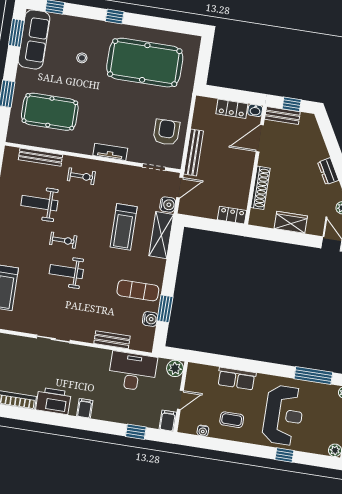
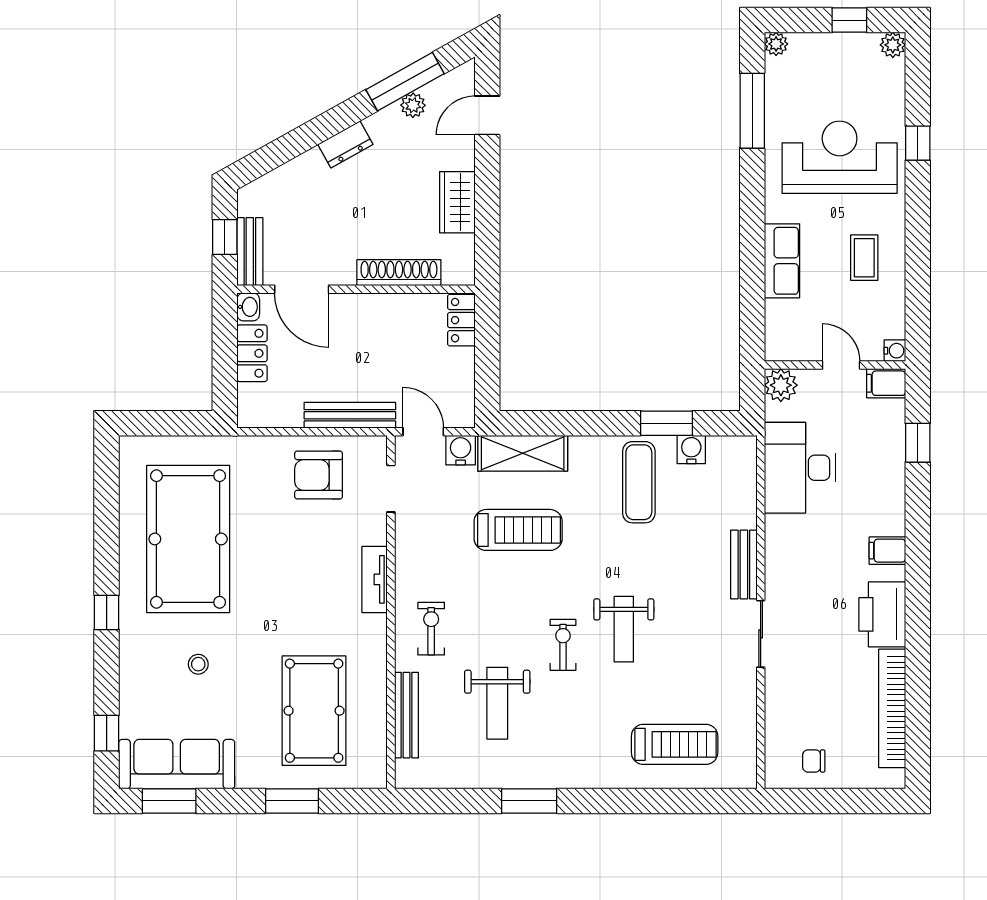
bench: (112, 340) -> (744, 564), moved
water cooler: (203, 431) -> (895, 351), moved

